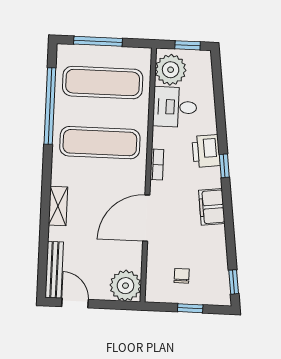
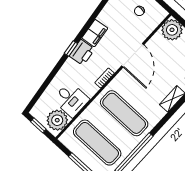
printer: (206, 151) -> (82, 52), moved
door: (146, 218) -> (133, 55), hinge flipped

